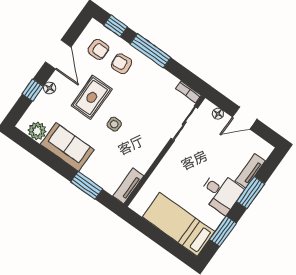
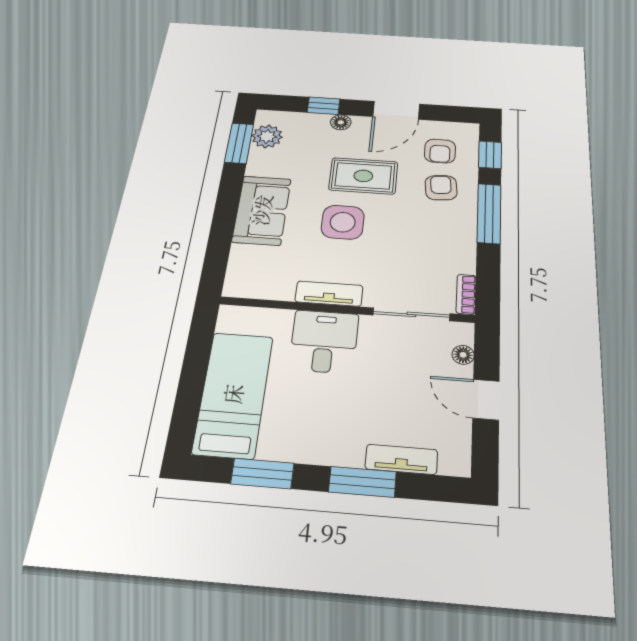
side table: (114, 124) -> (343, 222), width x1.87, depth x1.87
sofa: (67, 147) -> (262, 210), moved
window: (87, 185) -> (239, 143), moved
tv unit: (128, 186) -> (329, 294), moved
desk: (221, 193) -> (324, 342), moved, turned 180

